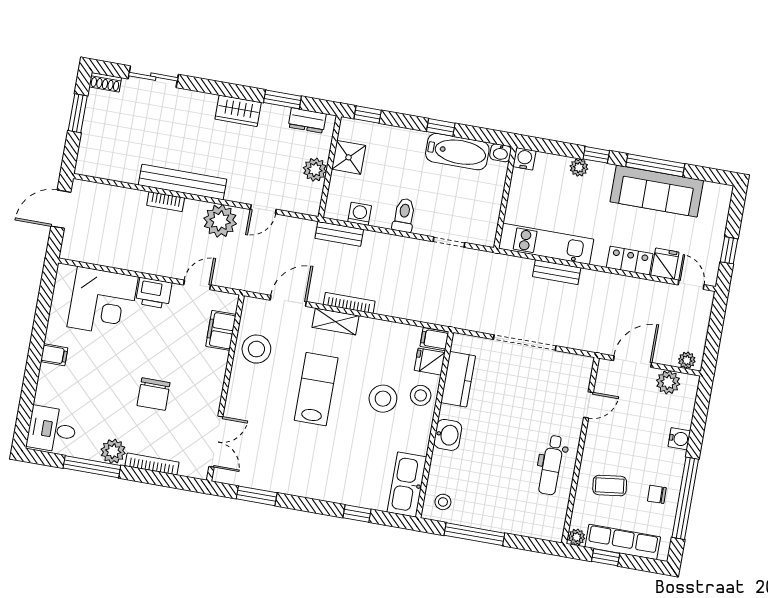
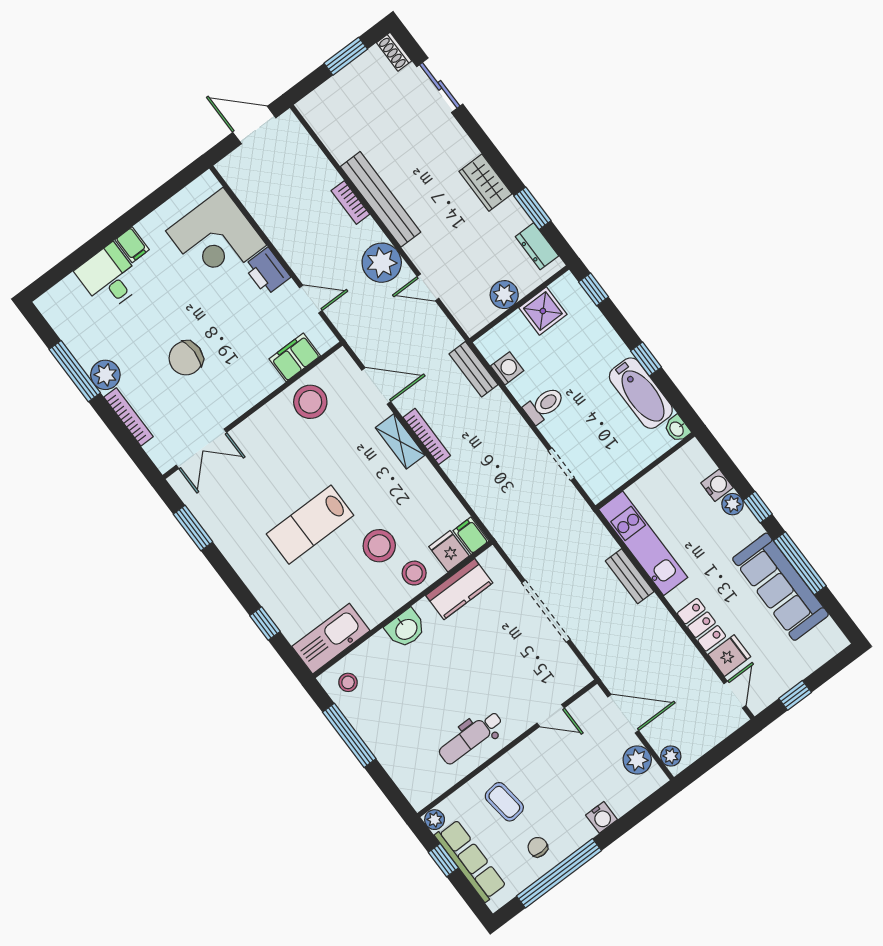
water cooler: (524, 159) -> (717, 485), moved
lab bench: (316, 389) -> (310, 525), moved, turned 180
desk: (52, 429) -> (109, 278), moved

